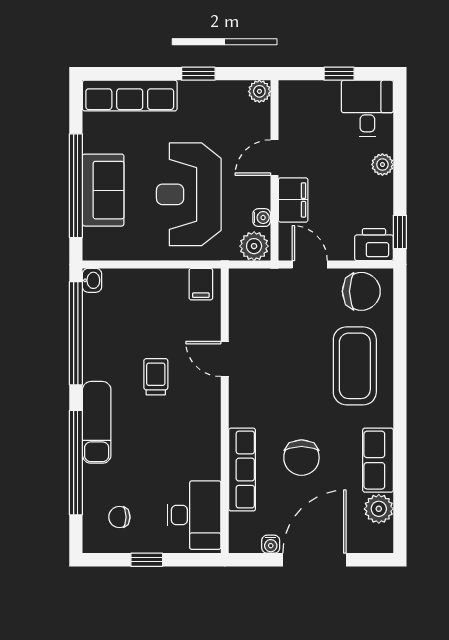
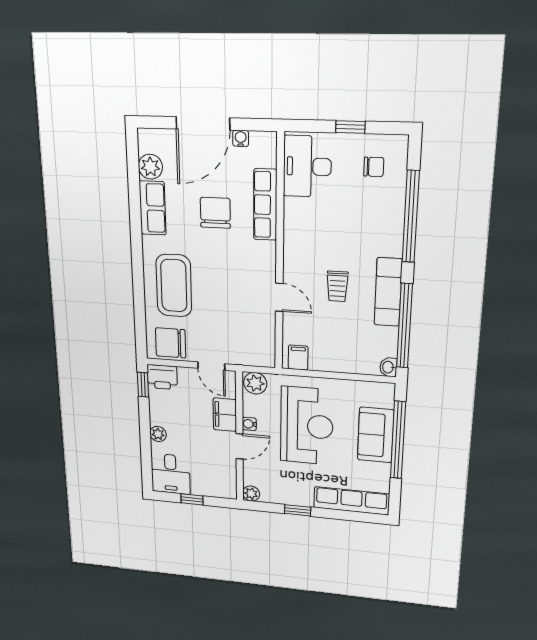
water cooler: (262, 218) -> (249, 424), moved
exam couch: (97, 422) -> (388, 292), moved

